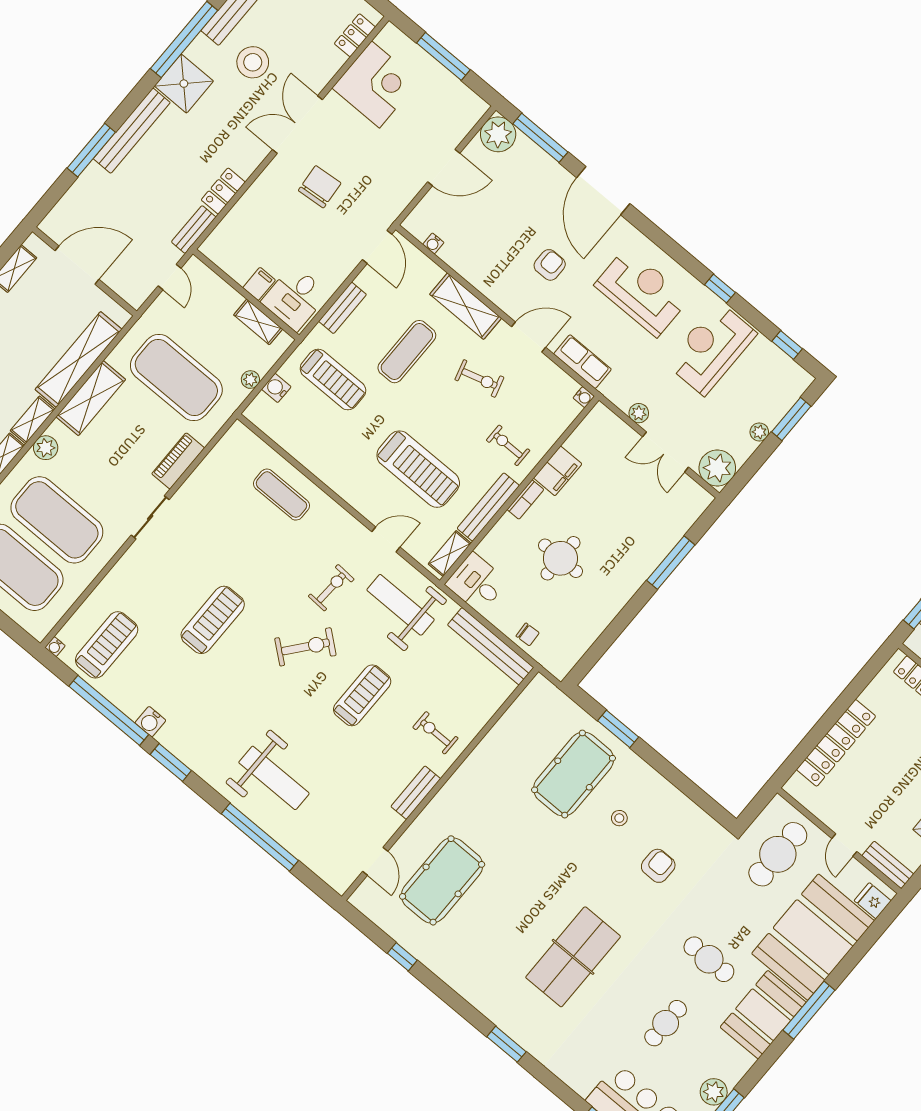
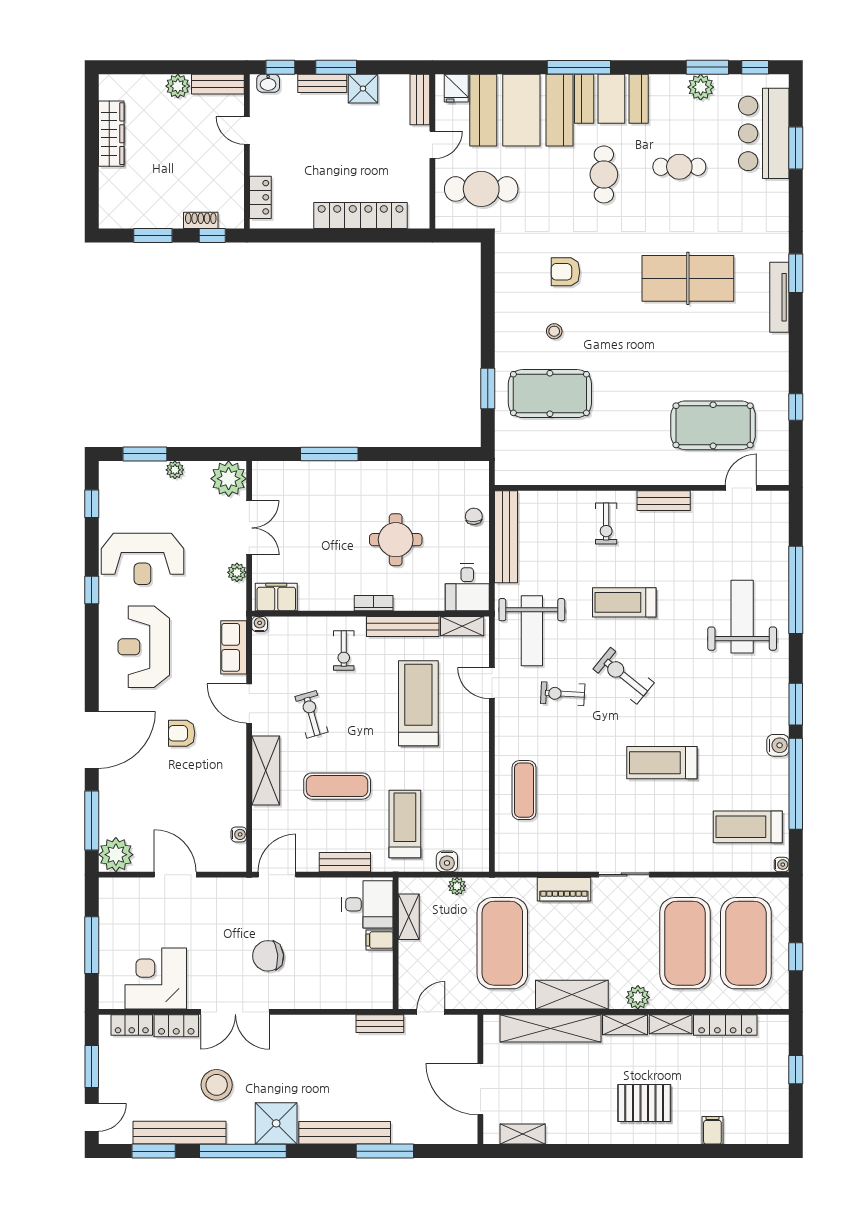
locker: (223, 191) -> (176, 1026), moved
filing cabinet: (558, 471) -> (276, 597), moved
tv unit: (499, 1016) -> (779, 297), added

